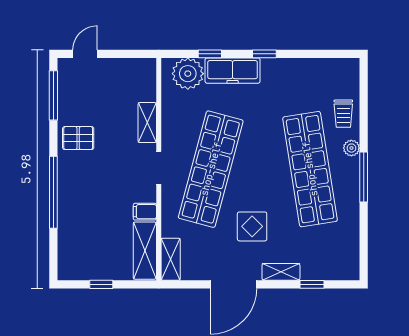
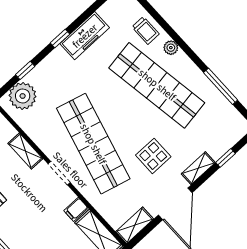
freezer: (233, 71) -> (85, 36), moved
window: (364, 177) -> (221, 86), moved
shelving: (171, 259) -> (135, 225), moved, turned 90

